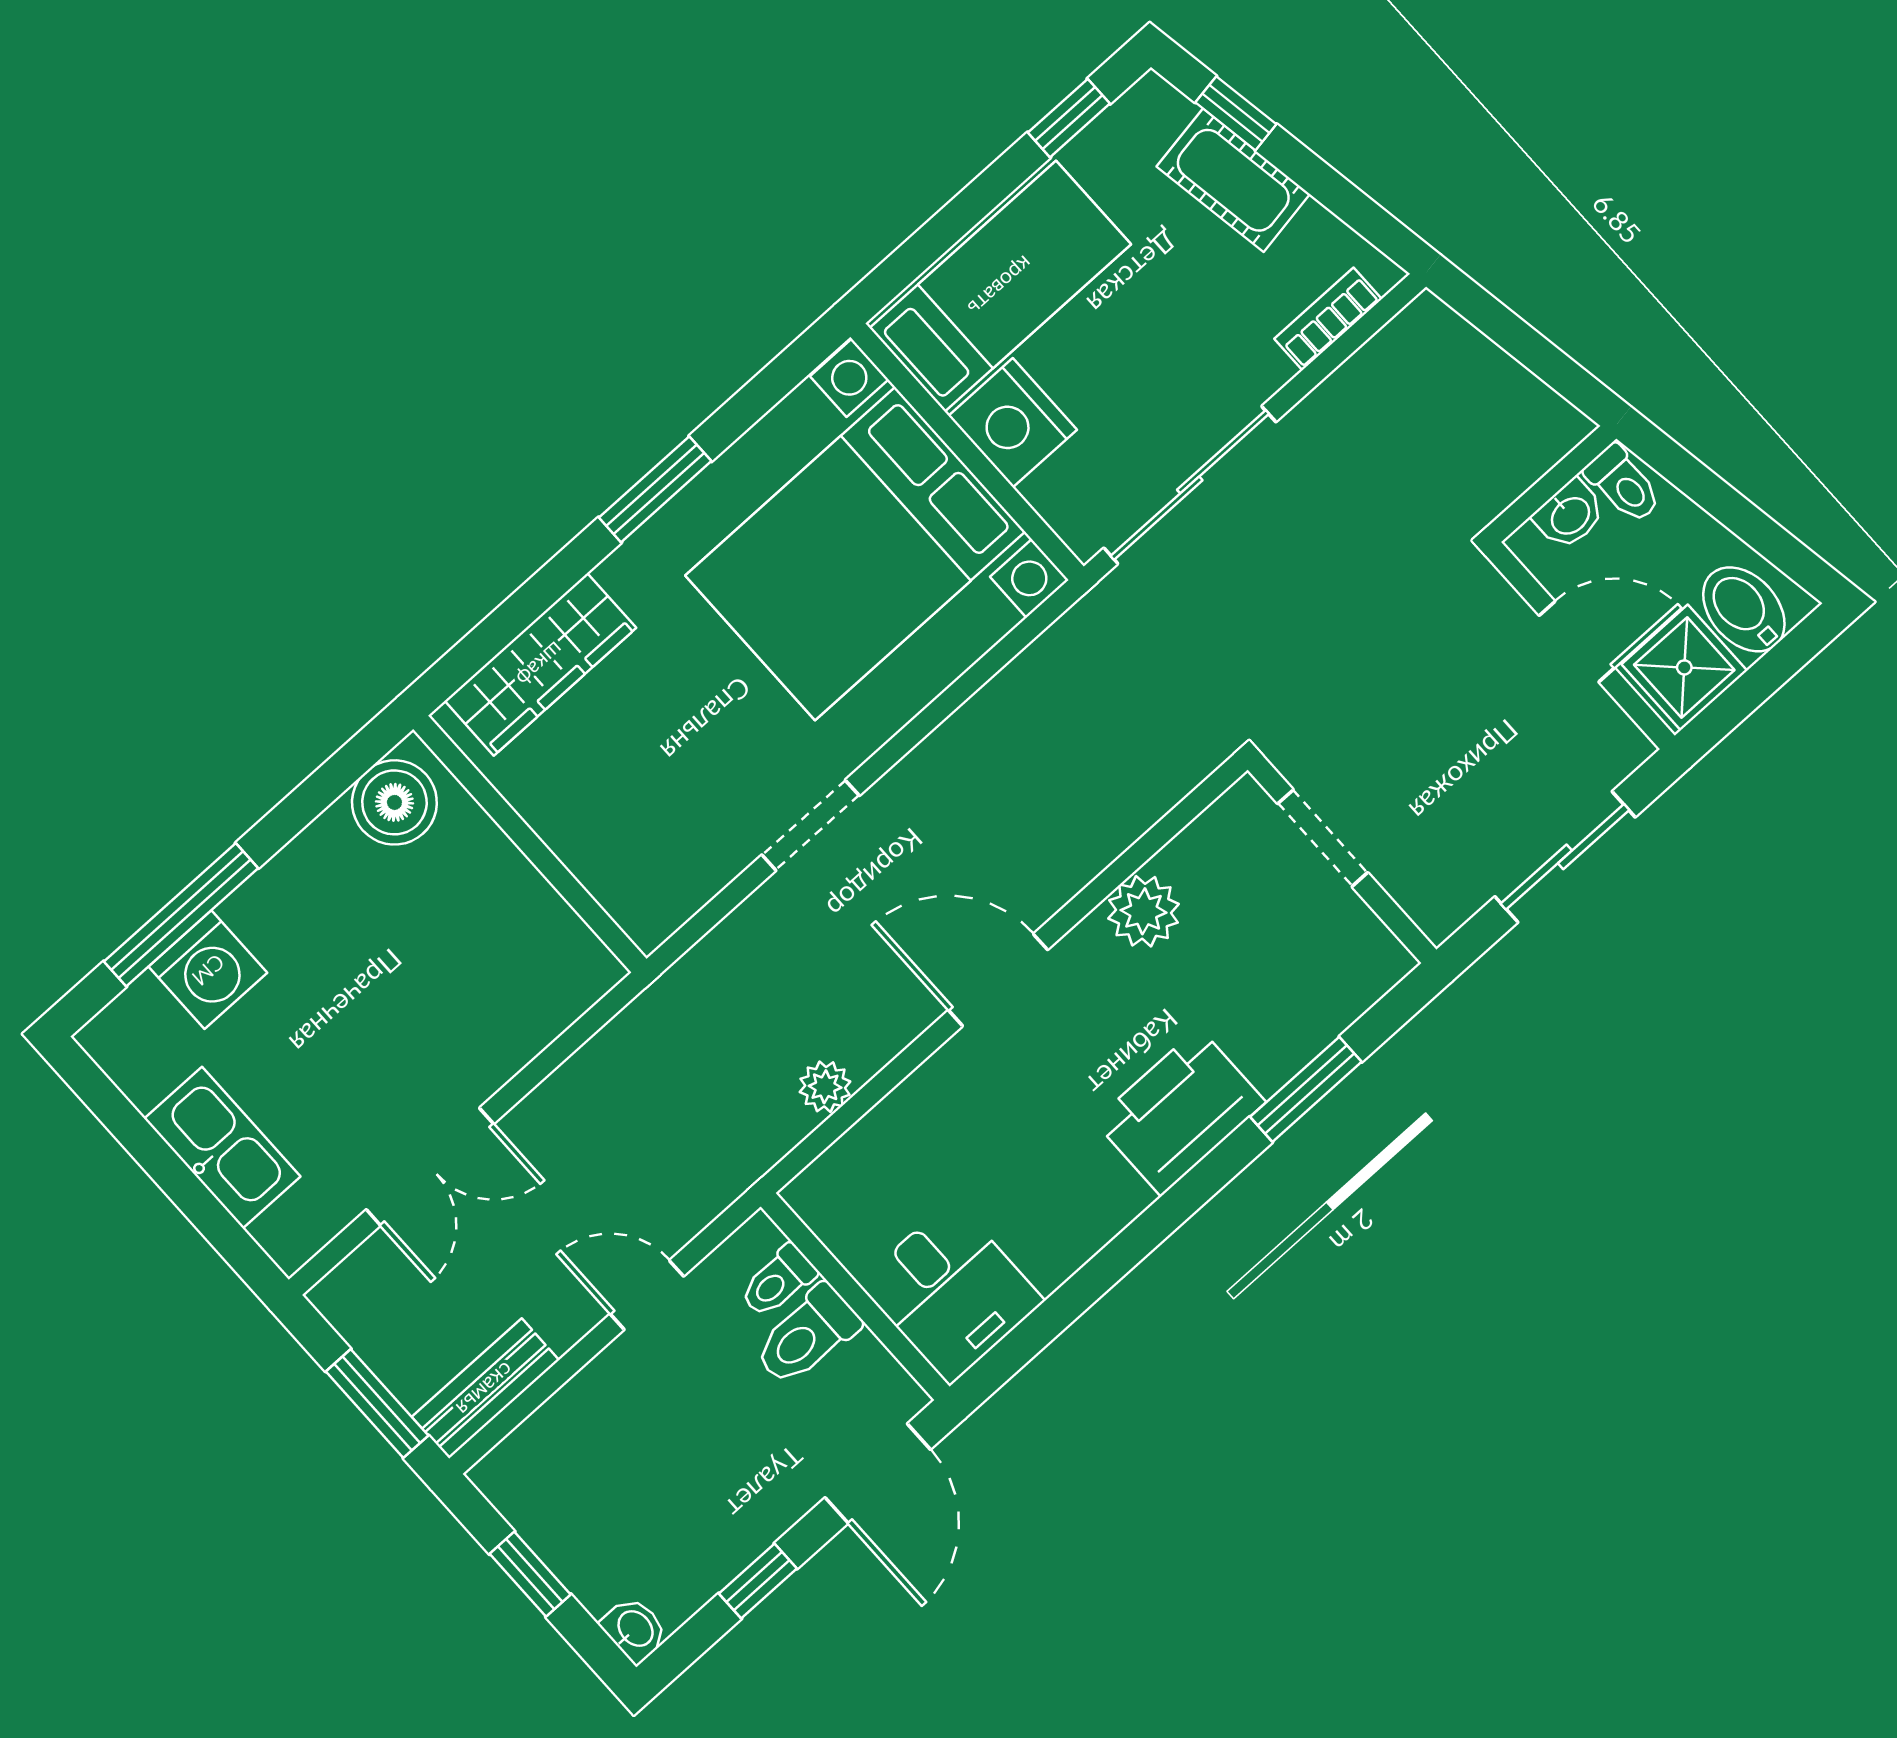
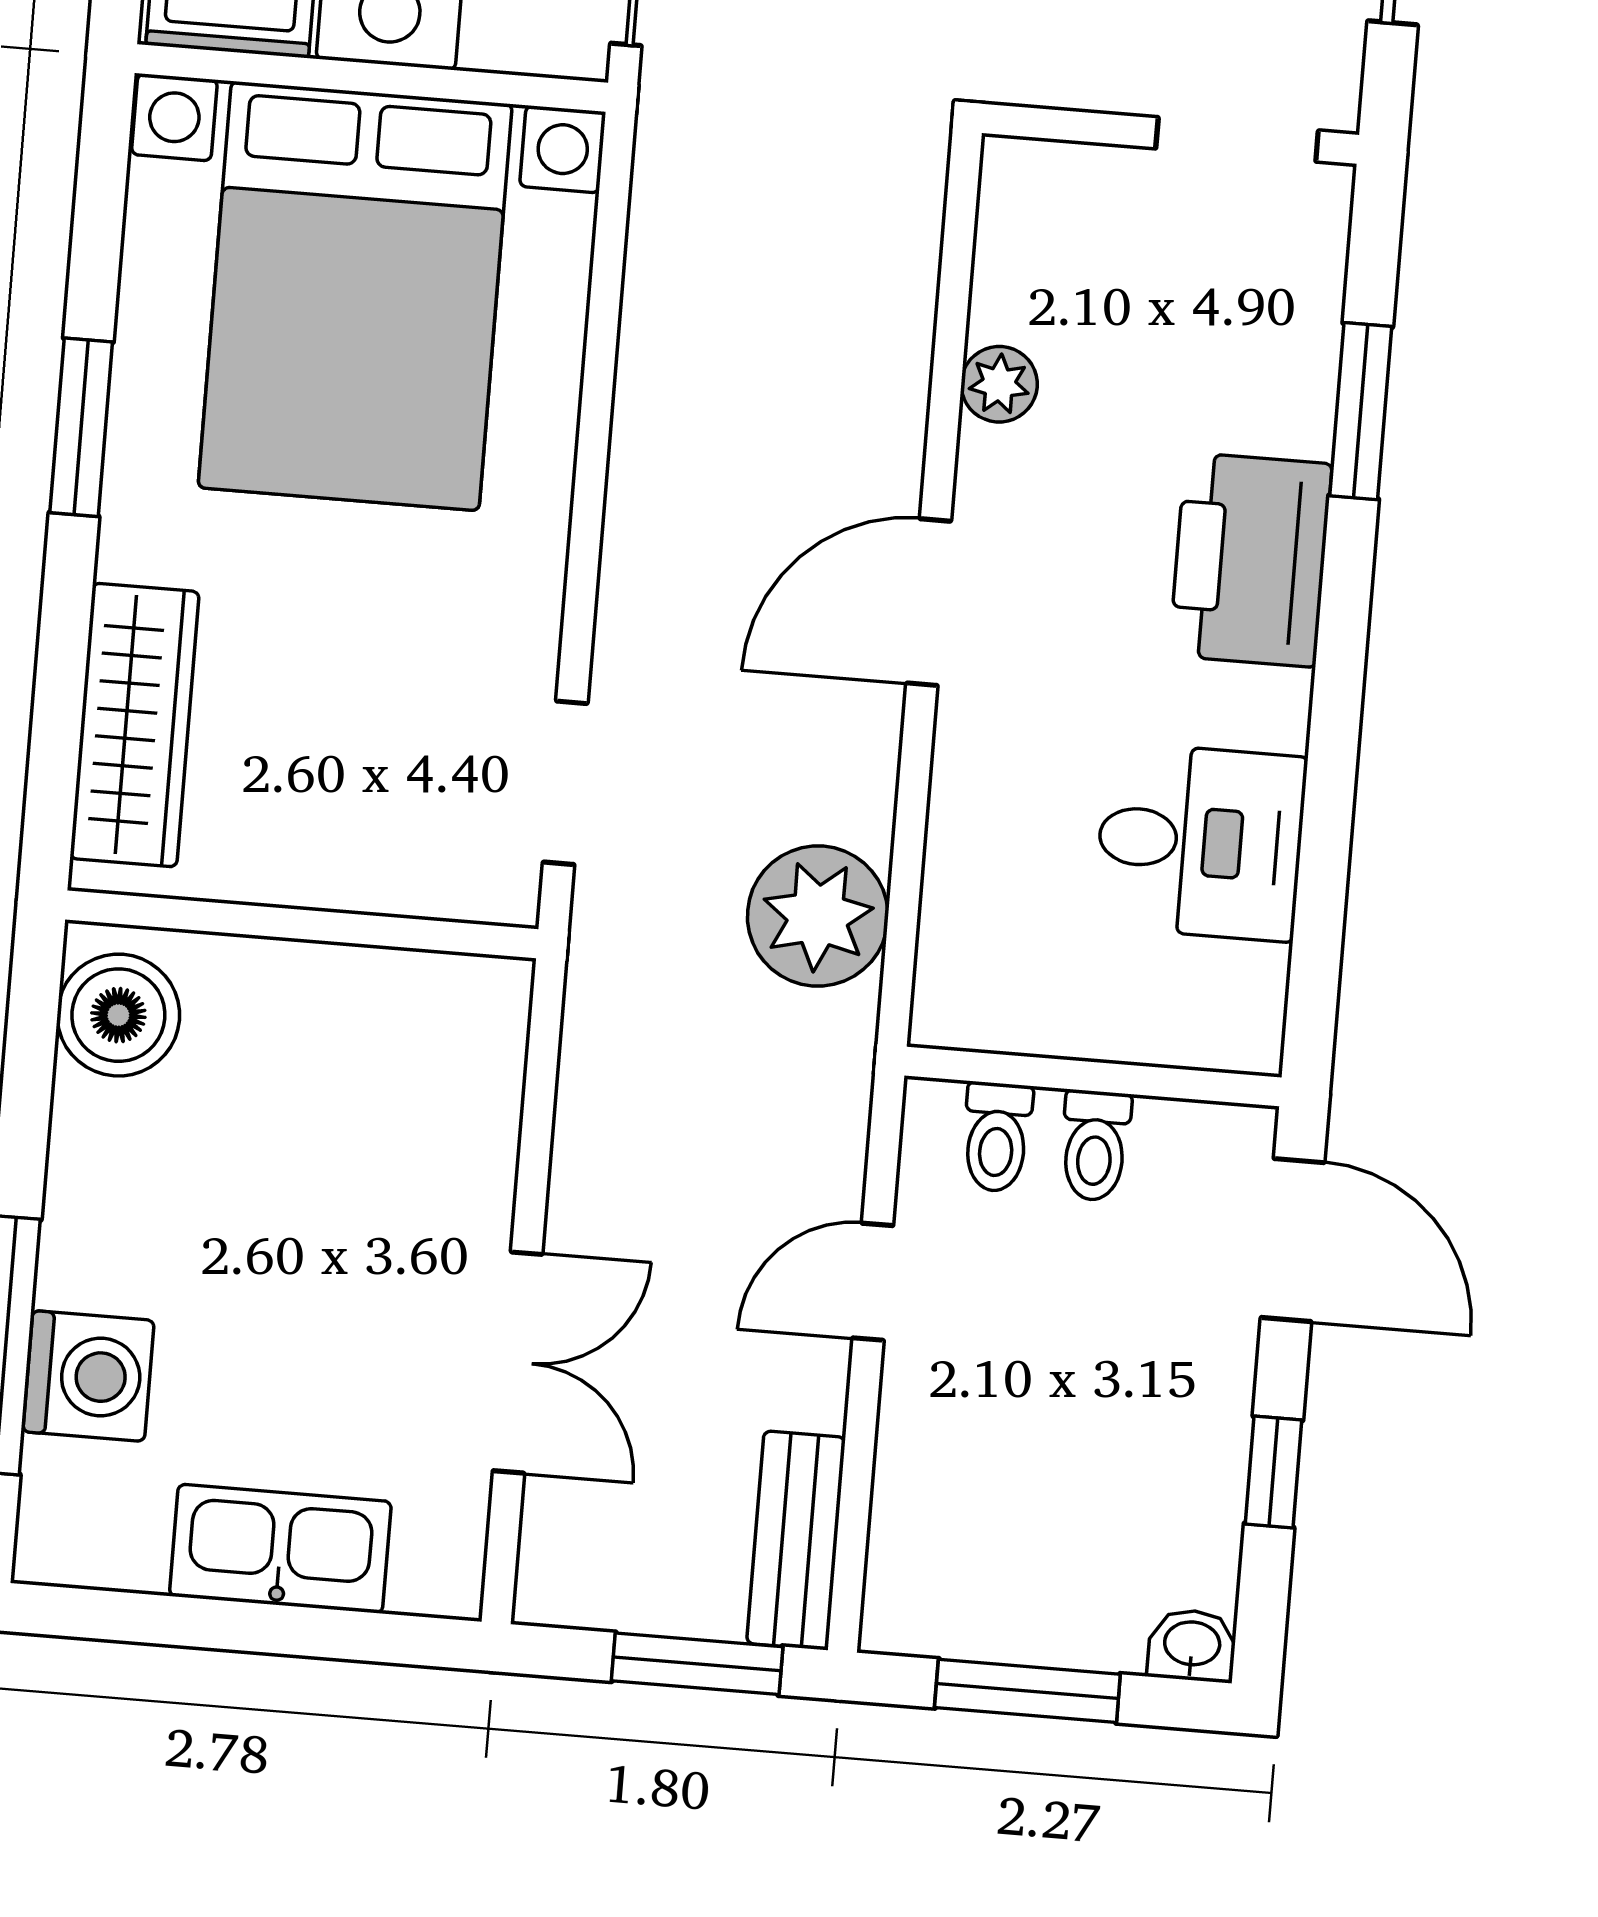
doorway: (811, 825) -> (565, 783), moved
doorway: (1323, 838) -> (1237, 139), moved
plant: (1144, 911) -> (999, 384), width x0.73, depth x0.73
plant: (825, 1087) -> (818, 916), width x1.87, depth x1.87
desk: (951, 1292) -> (1200, 842), moved
toilet: (807, 1336) -> (1095, 1146), width x0.73, depth x0.72
window: (530, 1574) -> (1027, 1691), width x1.50

